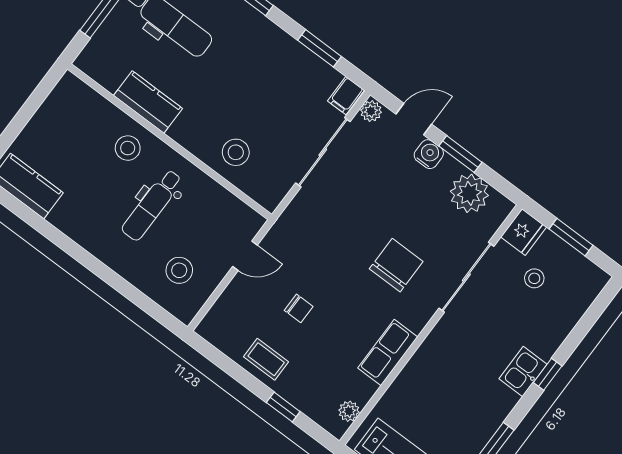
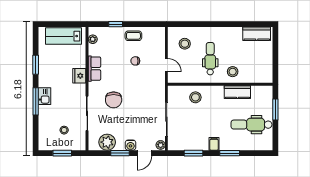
filing cabinet: (346, 96) -> (214, 144), moved
fridge: (524, 232) -> (79, 76), moved
door: (245, 256) -> (166, 65), swing flipped
window: (548, 374) -> (36, 101), width x2.17

